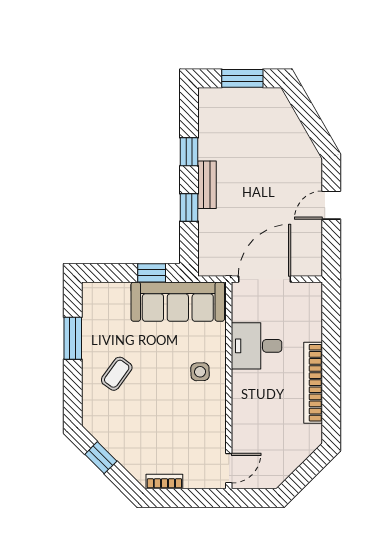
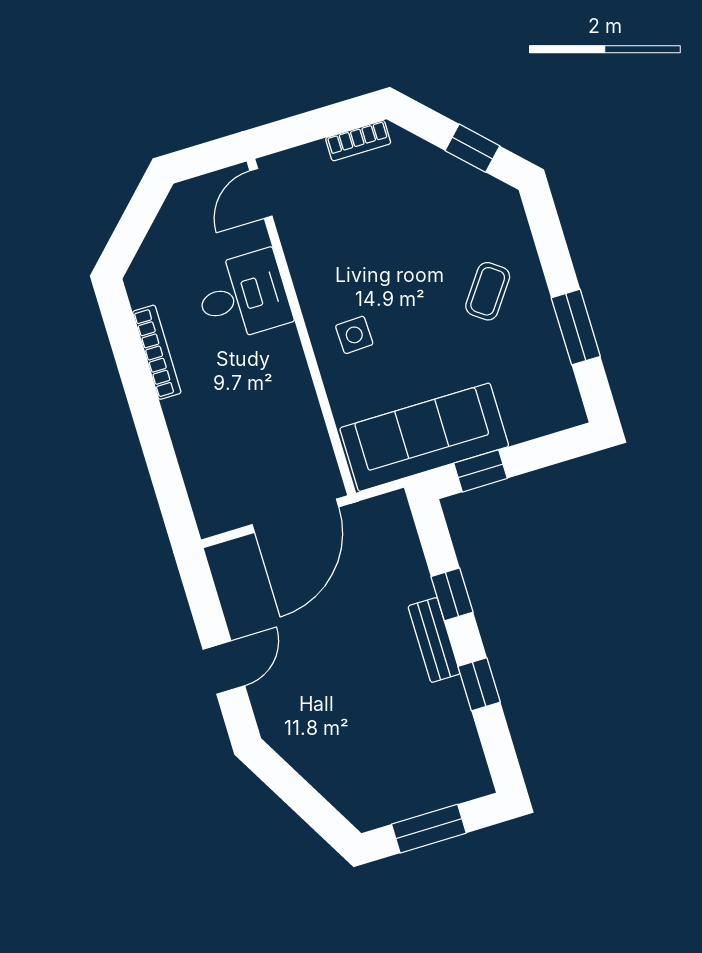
desk: (257, 346) -> (243, 296), moved
bookcase: (313, 383) -> (157, 352), width x0.68, depth x0.76

